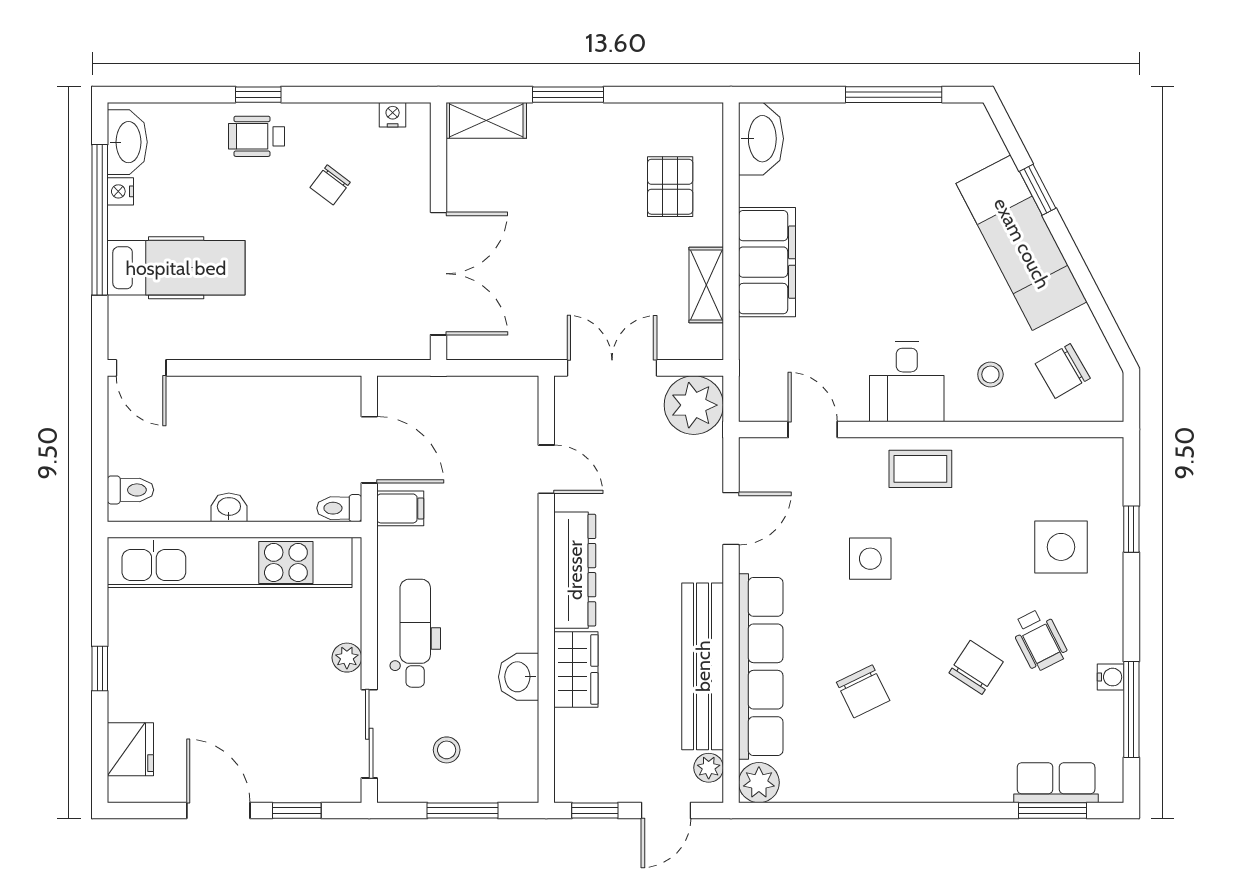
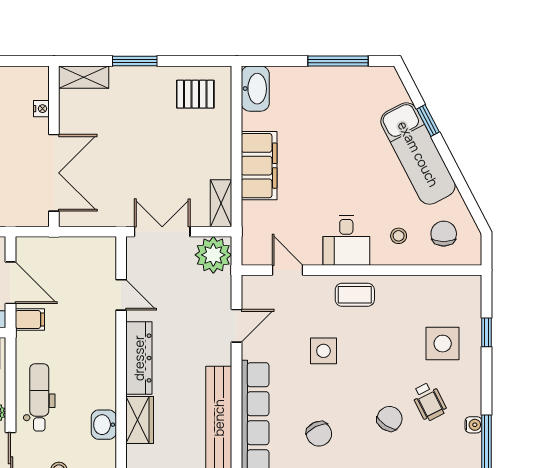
nightstand: (393, 115) -> (41, 109), moved, turned 90
pallet: (670, 187) -> (195, 94), moved, turned 90
shelving: (706, 285) -> (221, 203), moved
chair: (1063, 371) -> (444, 234), turned 120

